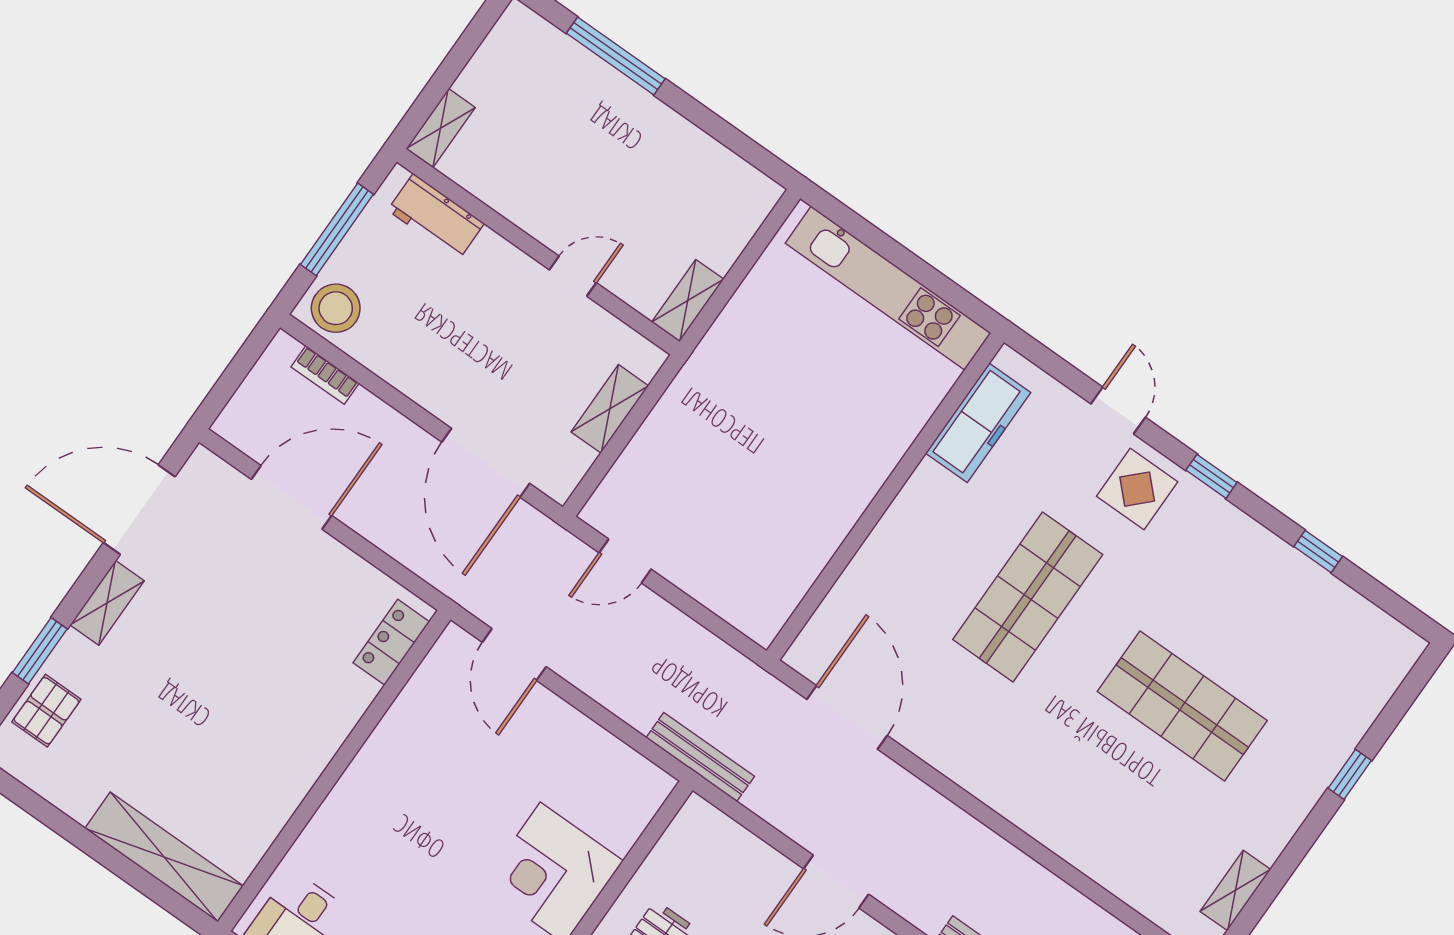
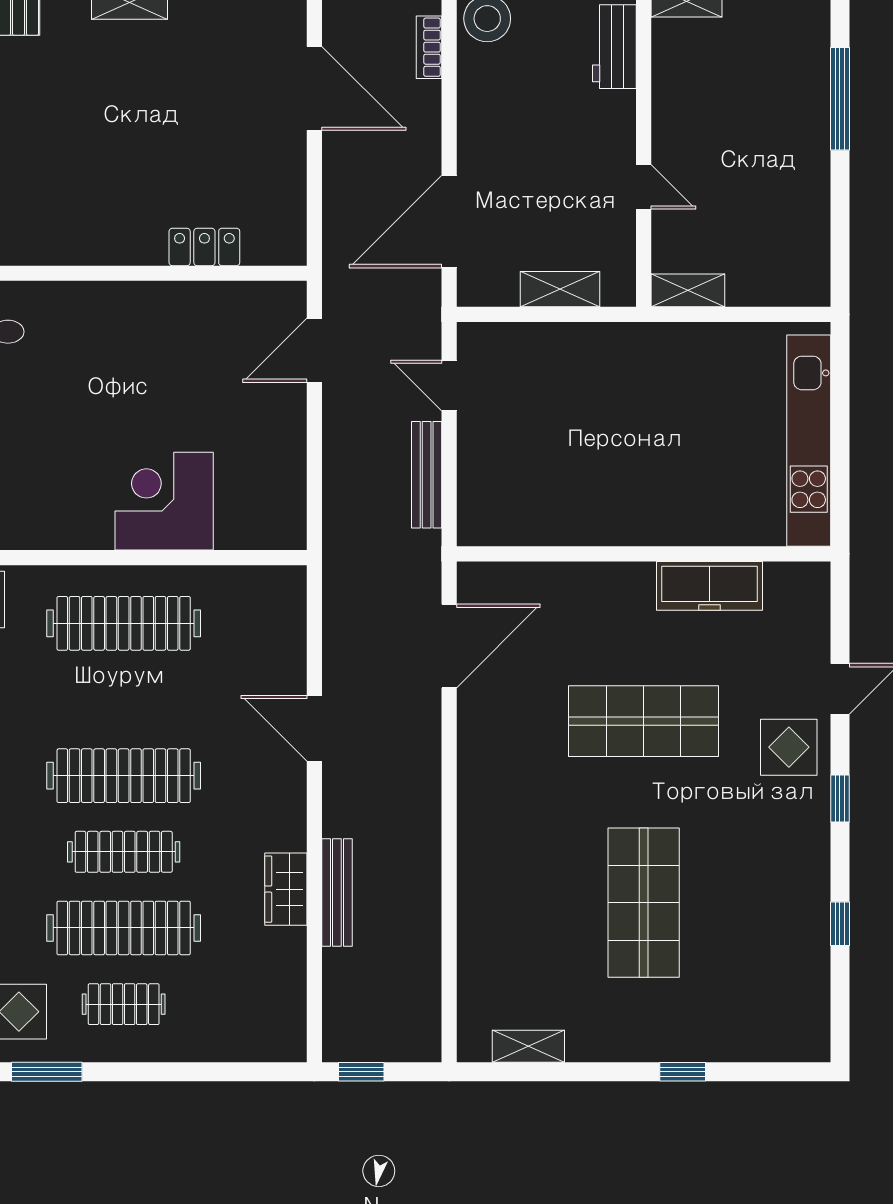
freezer: (978, 423) -> (710, 586), moved
locker: (391, 642) -> (204, 247), moved
bench: (700, 757) -> (427, 475), moved

